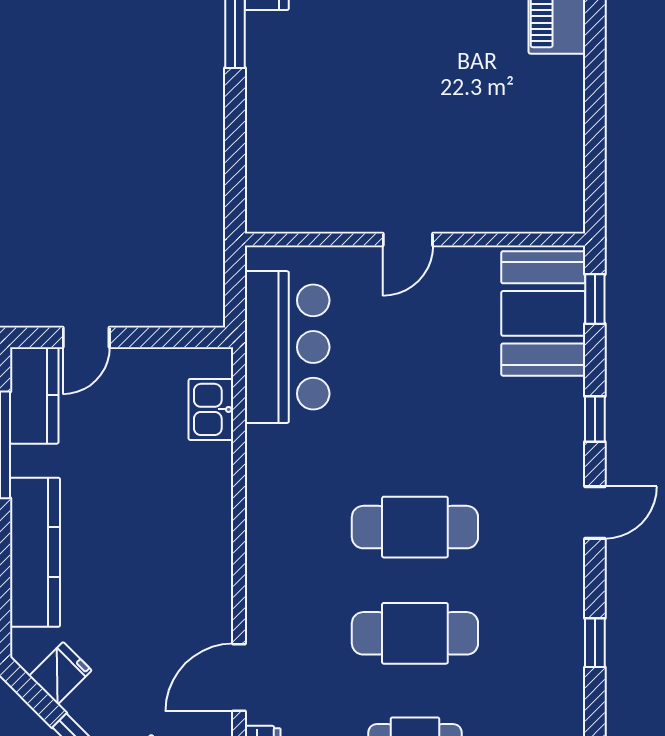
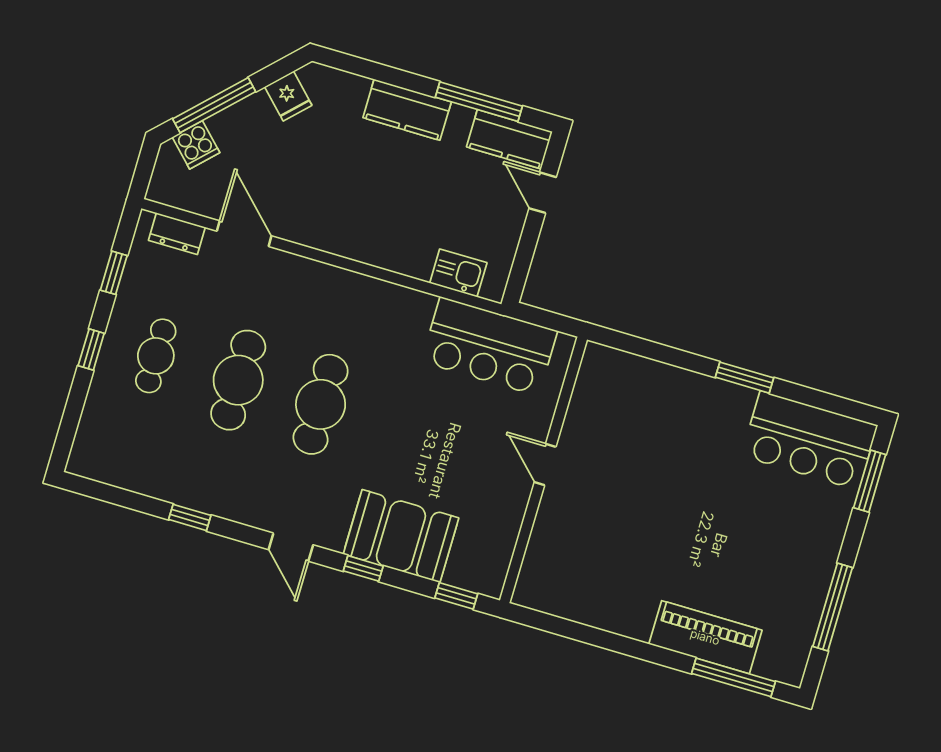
booth: (543, 313) -> (401, 536), moved
kitchen counter: (35, 552) -> (407, 110), width x0.67

